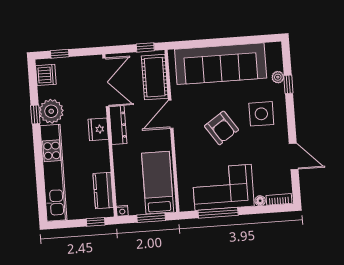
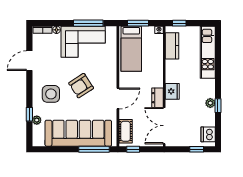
window: (198, 44) -> (94, 149), added
cot: (155, 77) -> (126, 131), width x0.73, depth x0.75
plant: (51, 111) -> (210, 103), width x0.53, depth x0.53
dresser: (118, 125) -> (157, 98), width x0.70
armchair: (222, 128) -> (81, 86), turned -89
door: (294, 156) -> (29, 61), hinge flipped
kitchen unit: (53, 173) -> (208, 52), width x0.73

